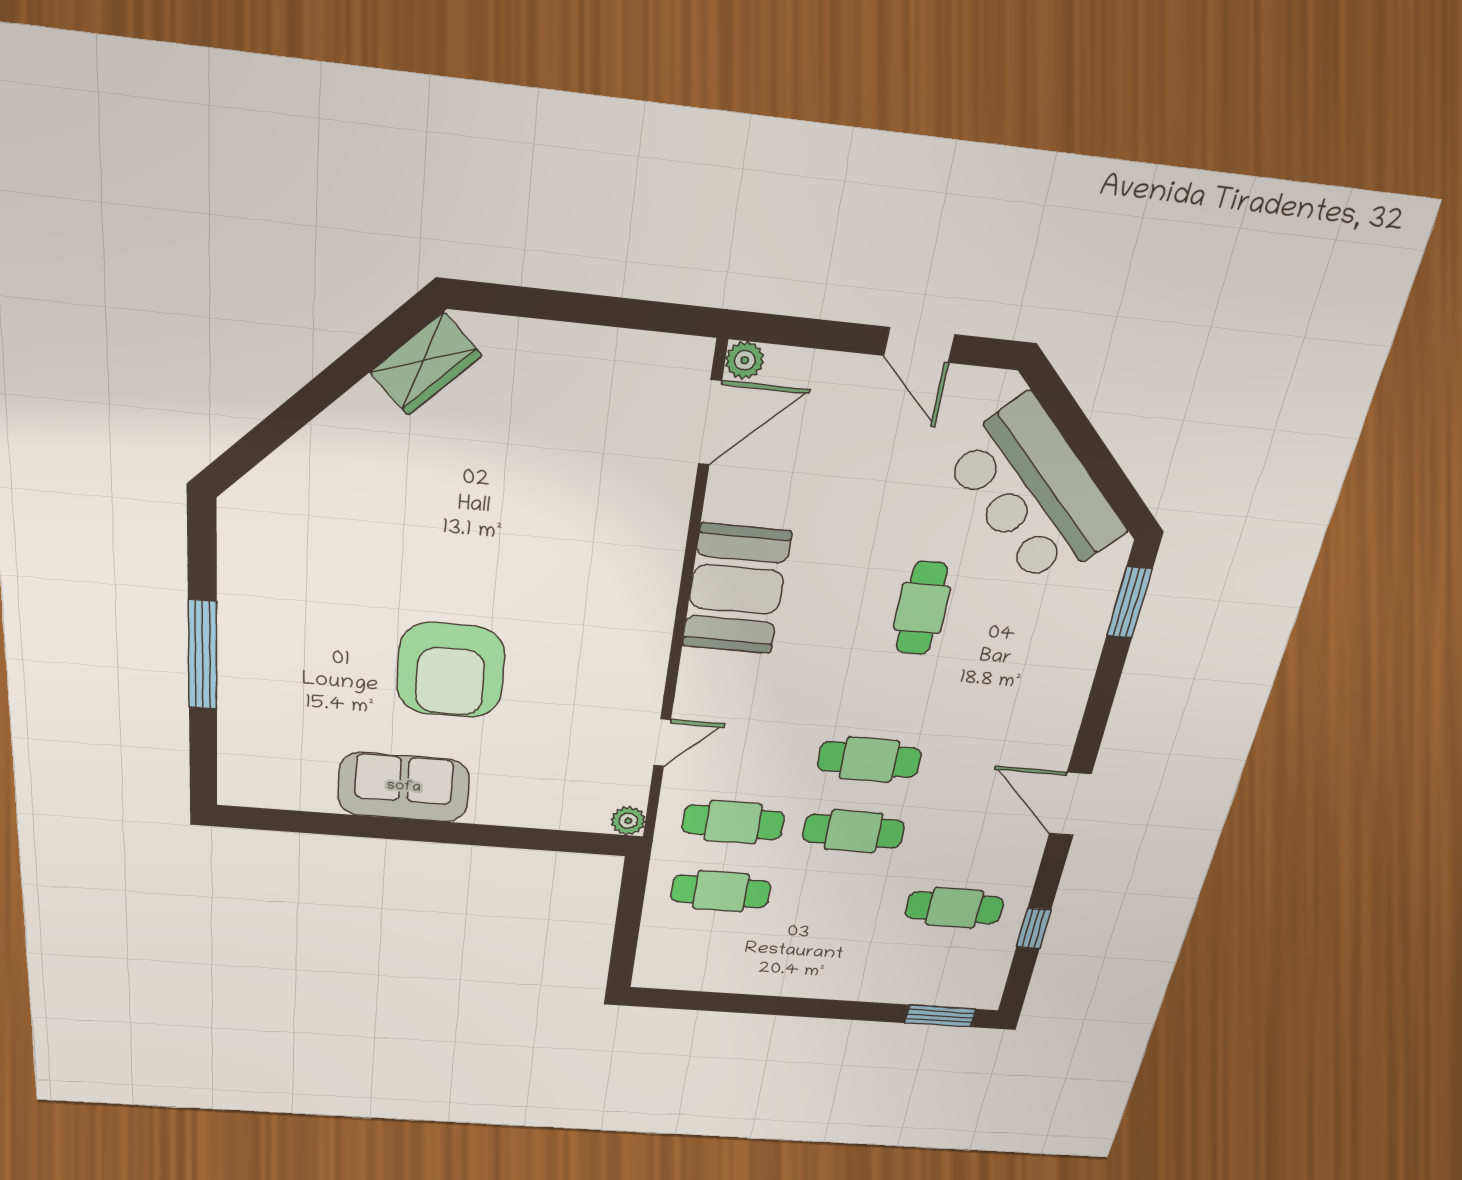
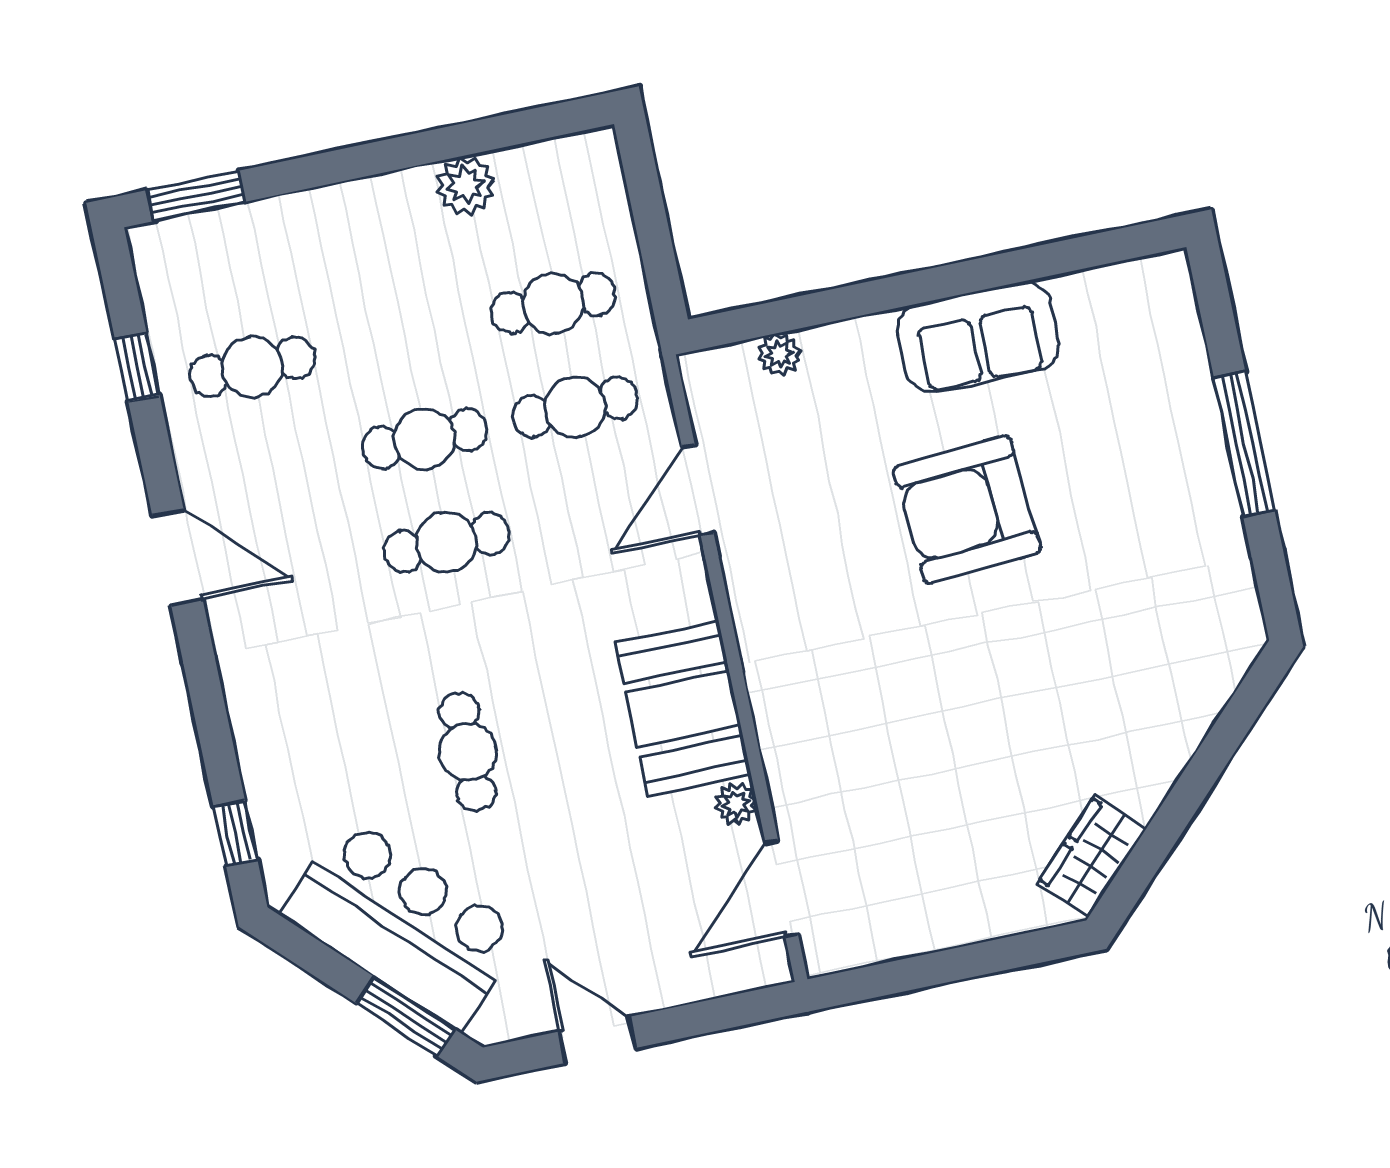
plant: (745, 360) -> (736, 804), moved
window: (1069, 418) -> (406, 1016), added
window: (1129, 602) -> (235, 833), width x0.67
armchair: (451, 670) -> (967, 509), turned -94
door: (662, 743) -> (698, 490), width x1.38
plant: (628, 821) -> (779, 354), moved
plant: (752, 977) -> (466, 186), added

